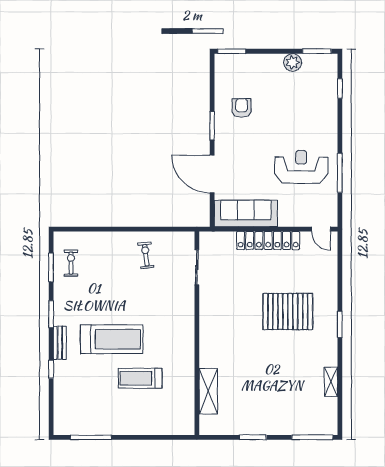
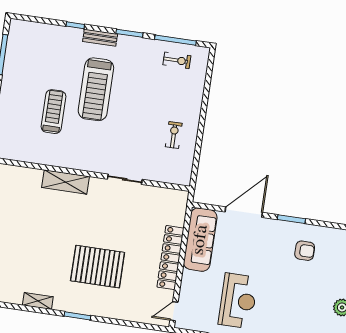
exercise bike: (146, 255) -> (174, 135), turned -83
window: (51, 267) -> (175, 40), width x1.44
sliding door: (197, 267) -> (125, 179), moved
pallet: (288, 312) -> (98, 267), turned 90
shelving: (331, 382) -> (38, 301), moved
shelving: (208, 391) -> (65, 182), moved

